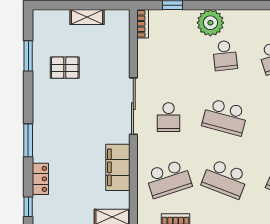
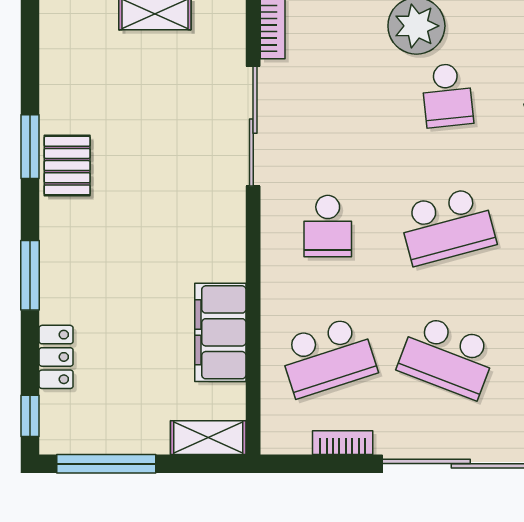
window: (28, 56) -> (30, 147), moved
pallet: (65, 68) -> (67, 166), moved, turned 90
sliding door: (133, 106) -> (253, 126), moved
school desk: (225, 117) -> (447, 226), turned -30

